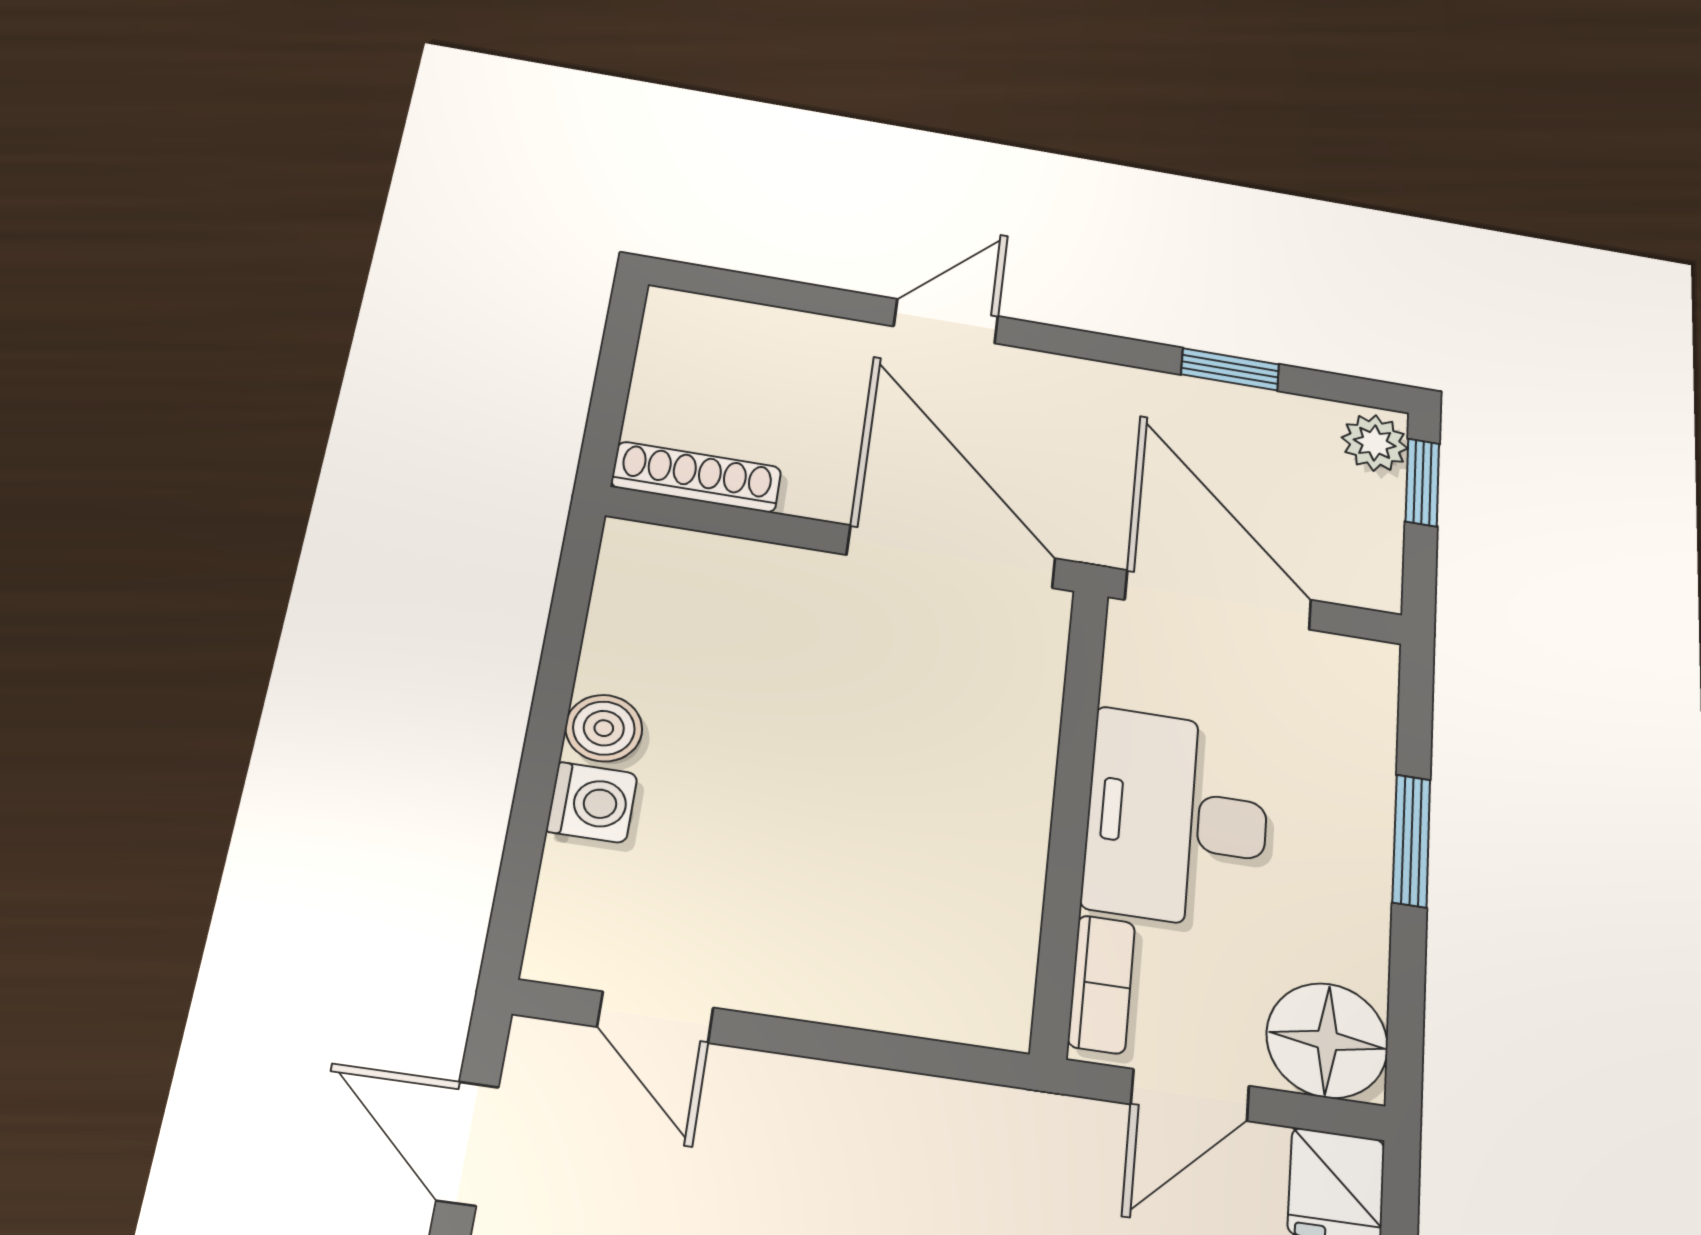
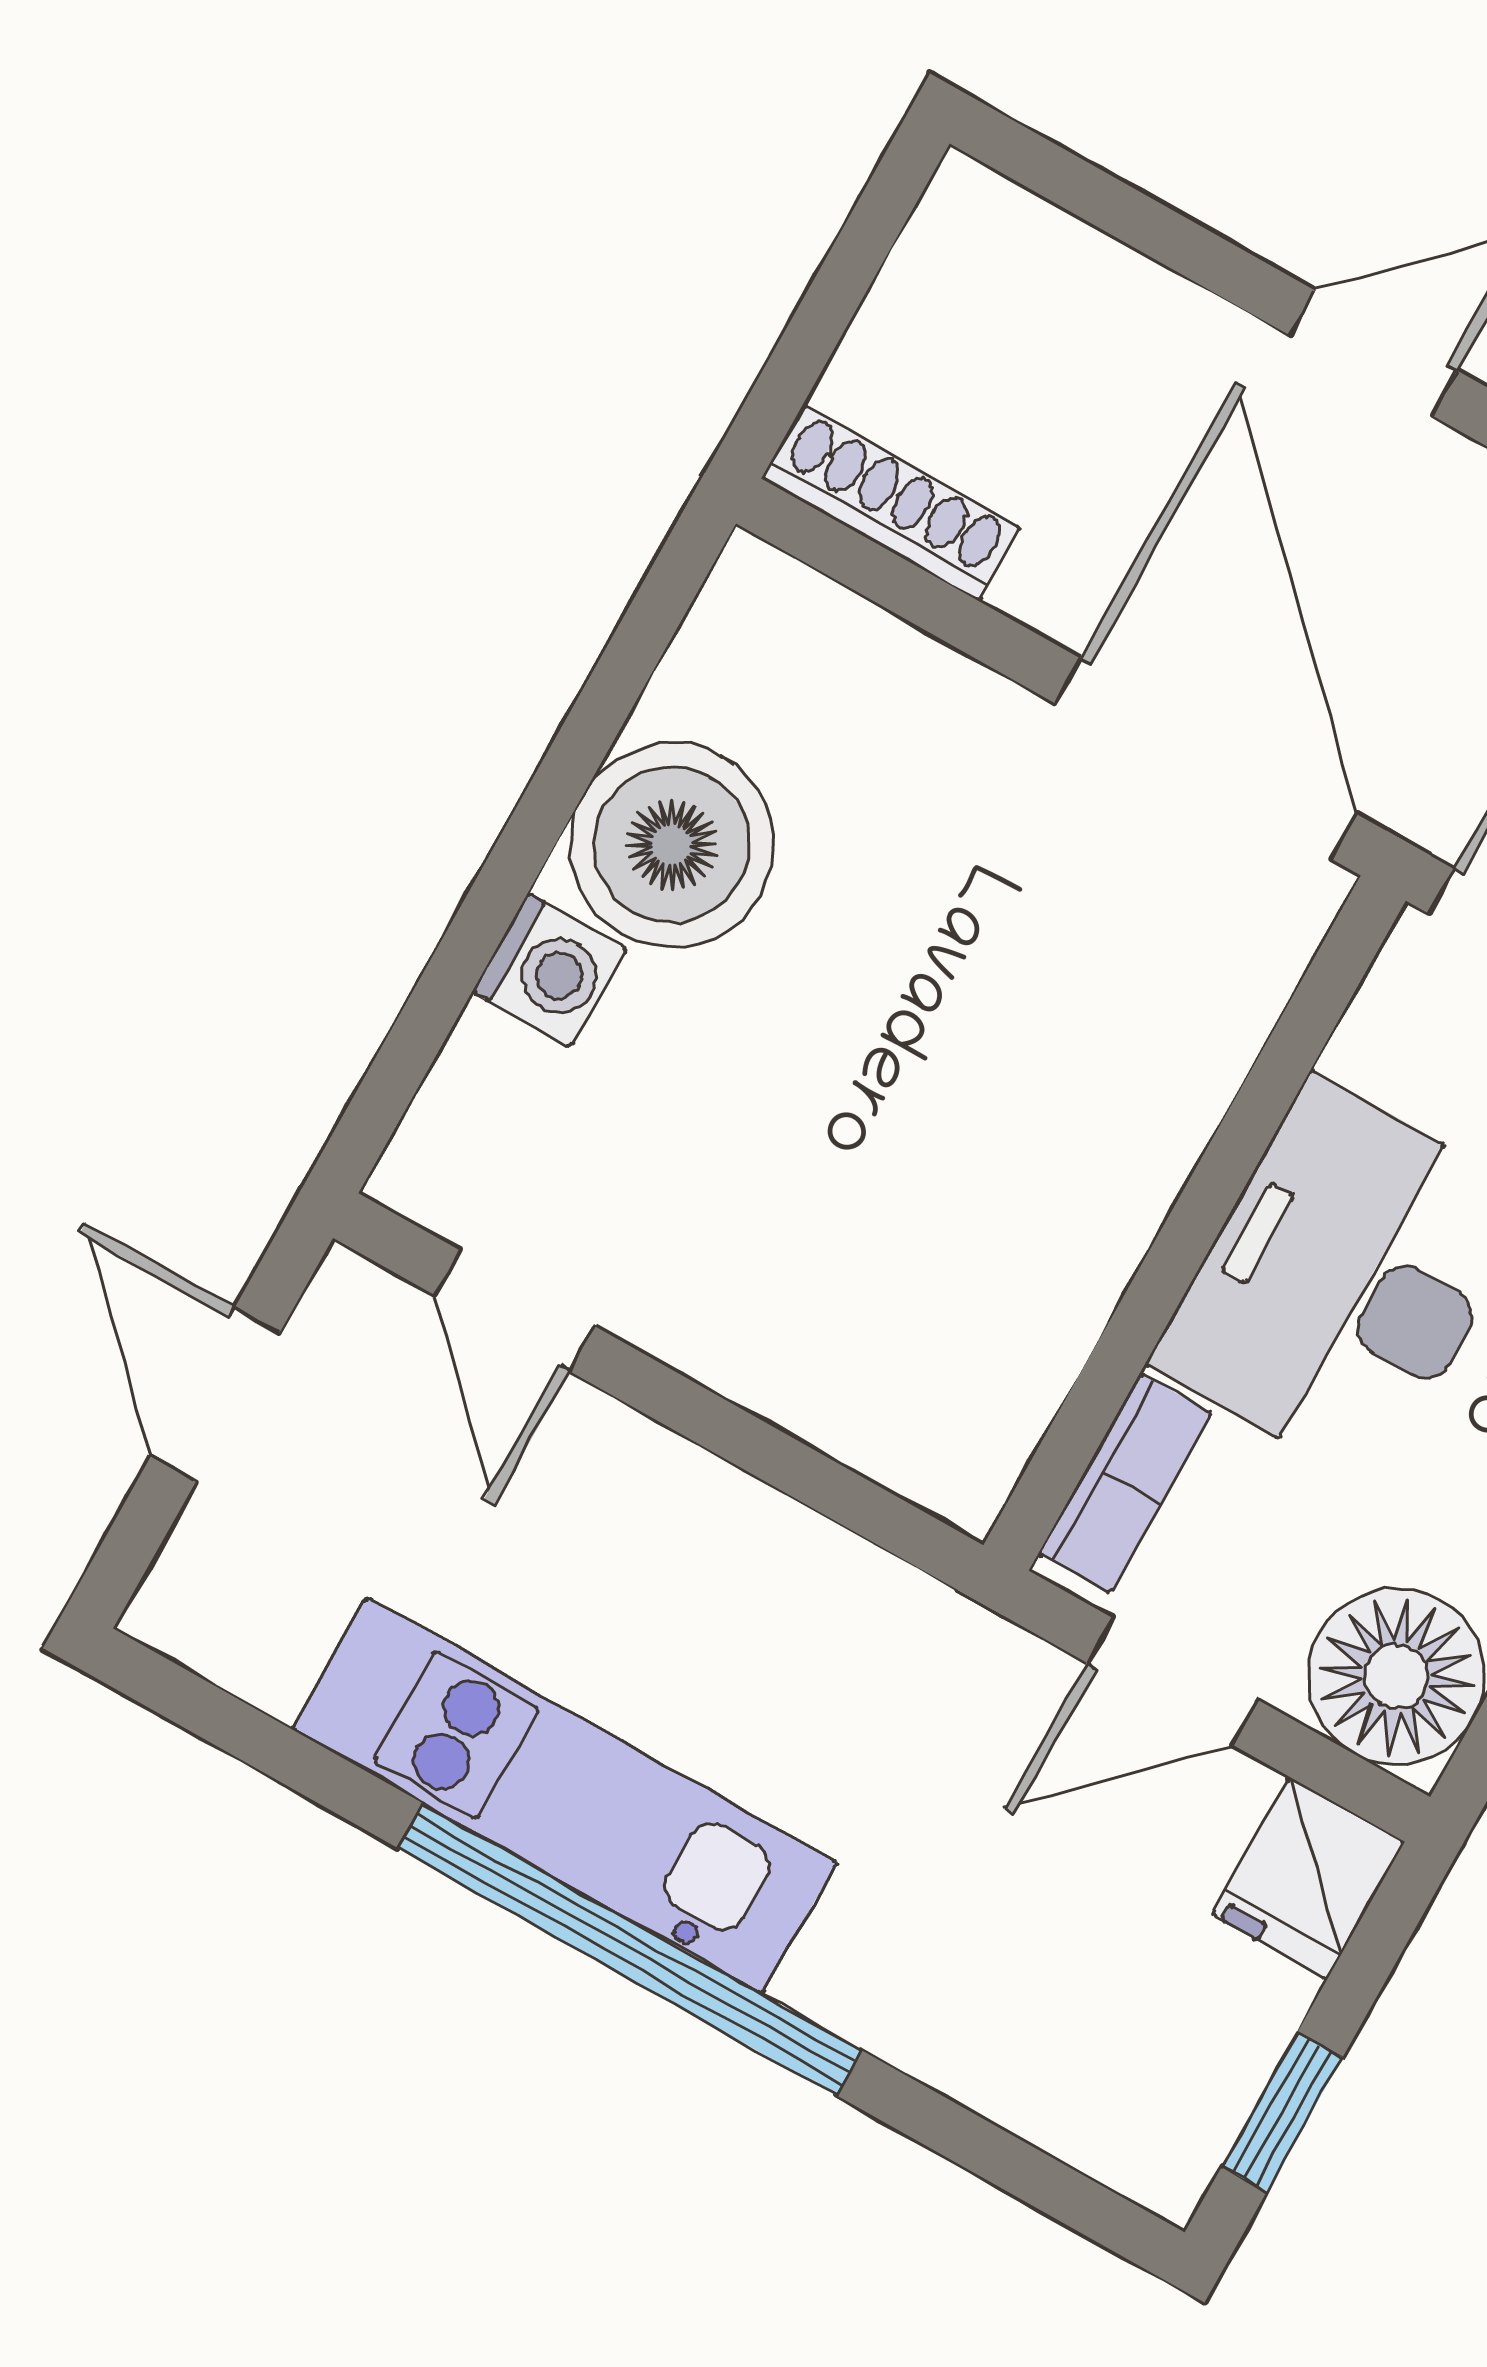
boiler: (604, 728) -> (672, 845), width x1.86, depth x1.86

